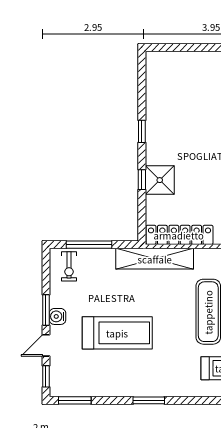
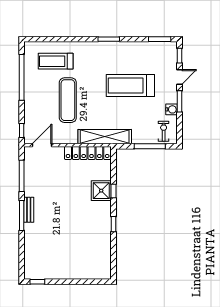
water cooler: (58, 316) -> (171, 109), moved

